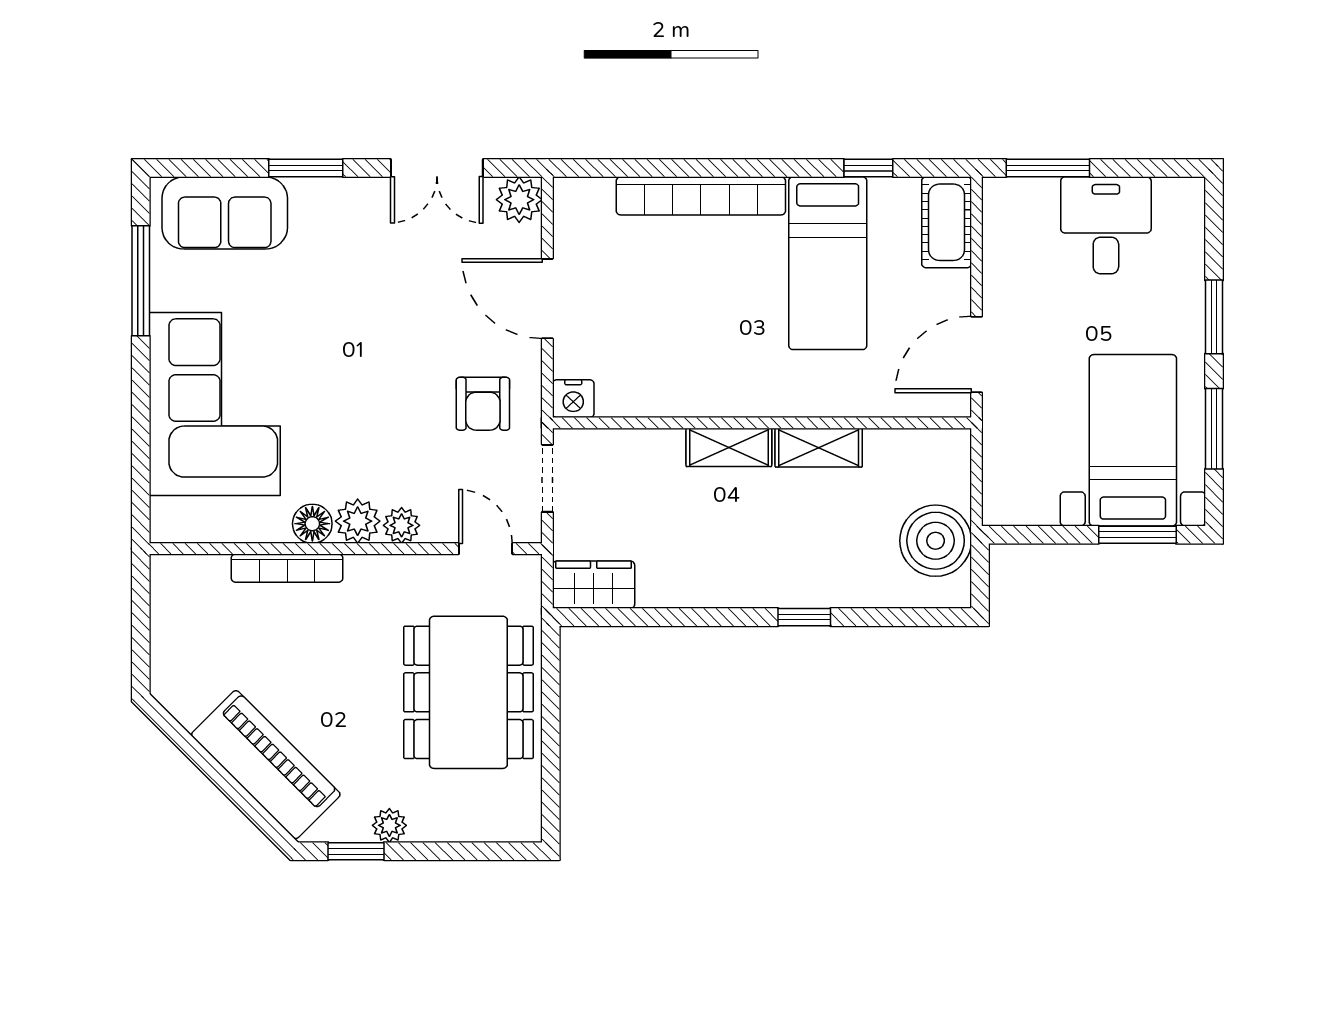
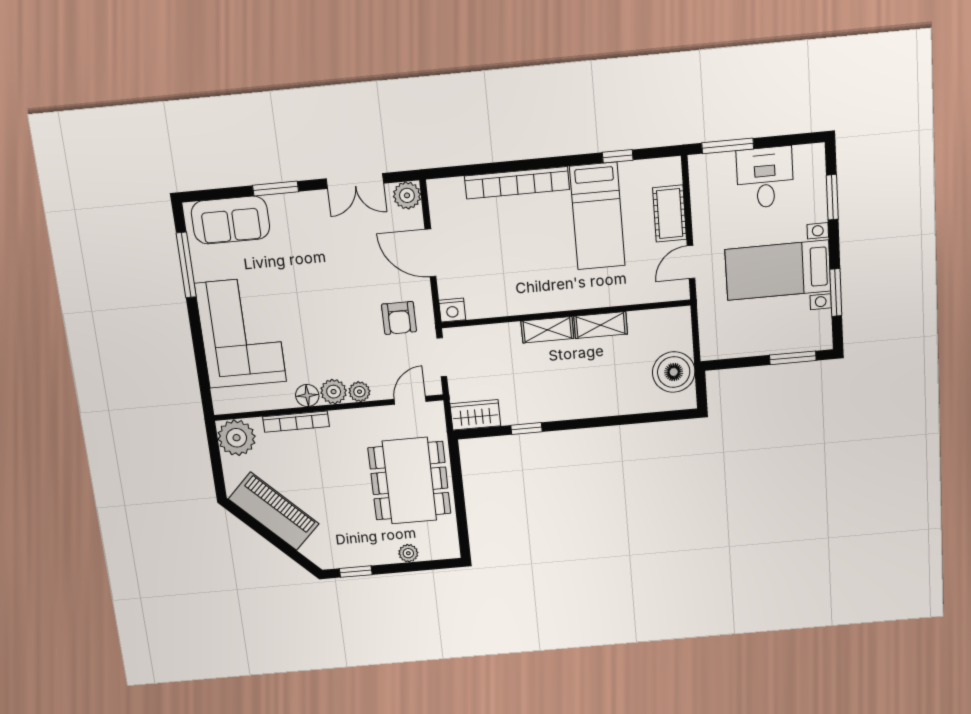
cot: (947, 222) -> (670, 214), moved
window: (1214, 317) -> (832, 197), moved
door: (976, 354) -> (691, 262), width x0.73
bed with nightstands: (1133, 440) -> (778, 270), moved, turned -90
door: (486, 549) -> (410, 400), hinge flipped
plant: (182, 587) -> (237, 438), added
window: (804, 617) -> (526, 428), moved
piano: (266, 765) -> (274, 511), moved
plant: (389, 825) -> (408, 553), moved

